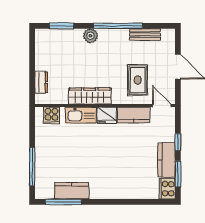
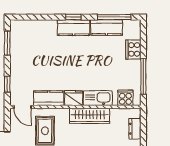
window: (178, 142) -> (7, 84), moved
kitchen counter: (167, 160) -> (74, 28), moved, turned 90
window: (32, 167) -> (143, 76), moved
cooker: (167, 189) -> (133, 49), moved, turned 180
window: (107, 202) -> (73, 17), added

